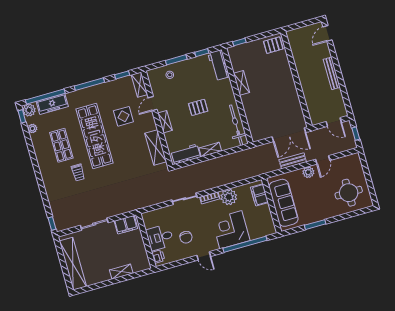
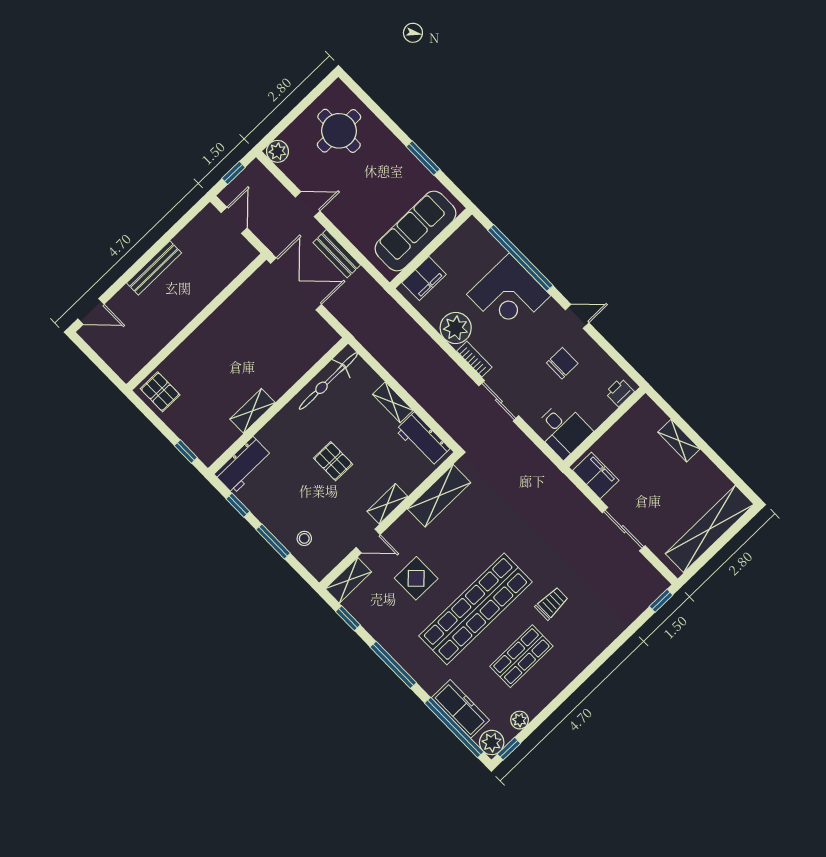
plant: (308, 172) -> (277, 151), moved
desk: (160, 237) -> (563, 430), moved
door: (204, 256) -> (577, 316), hinge flipped

